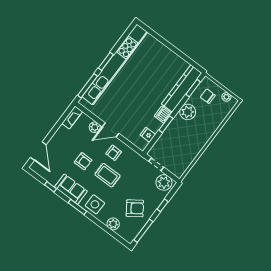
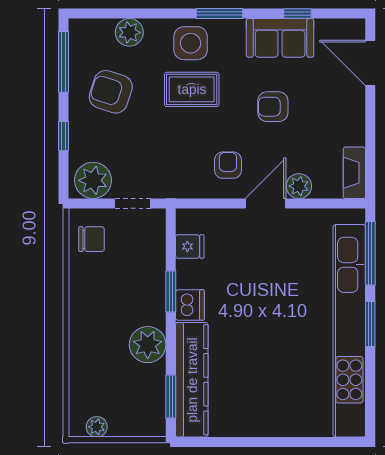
chair: (208, 96) -> (91, 239), moved
rug: (108, 175) -> (192, 89), moved
sofa: (71, 189) -> (280, 38), moved
armchair: (135, 208) -> (111, 92), turned 53

